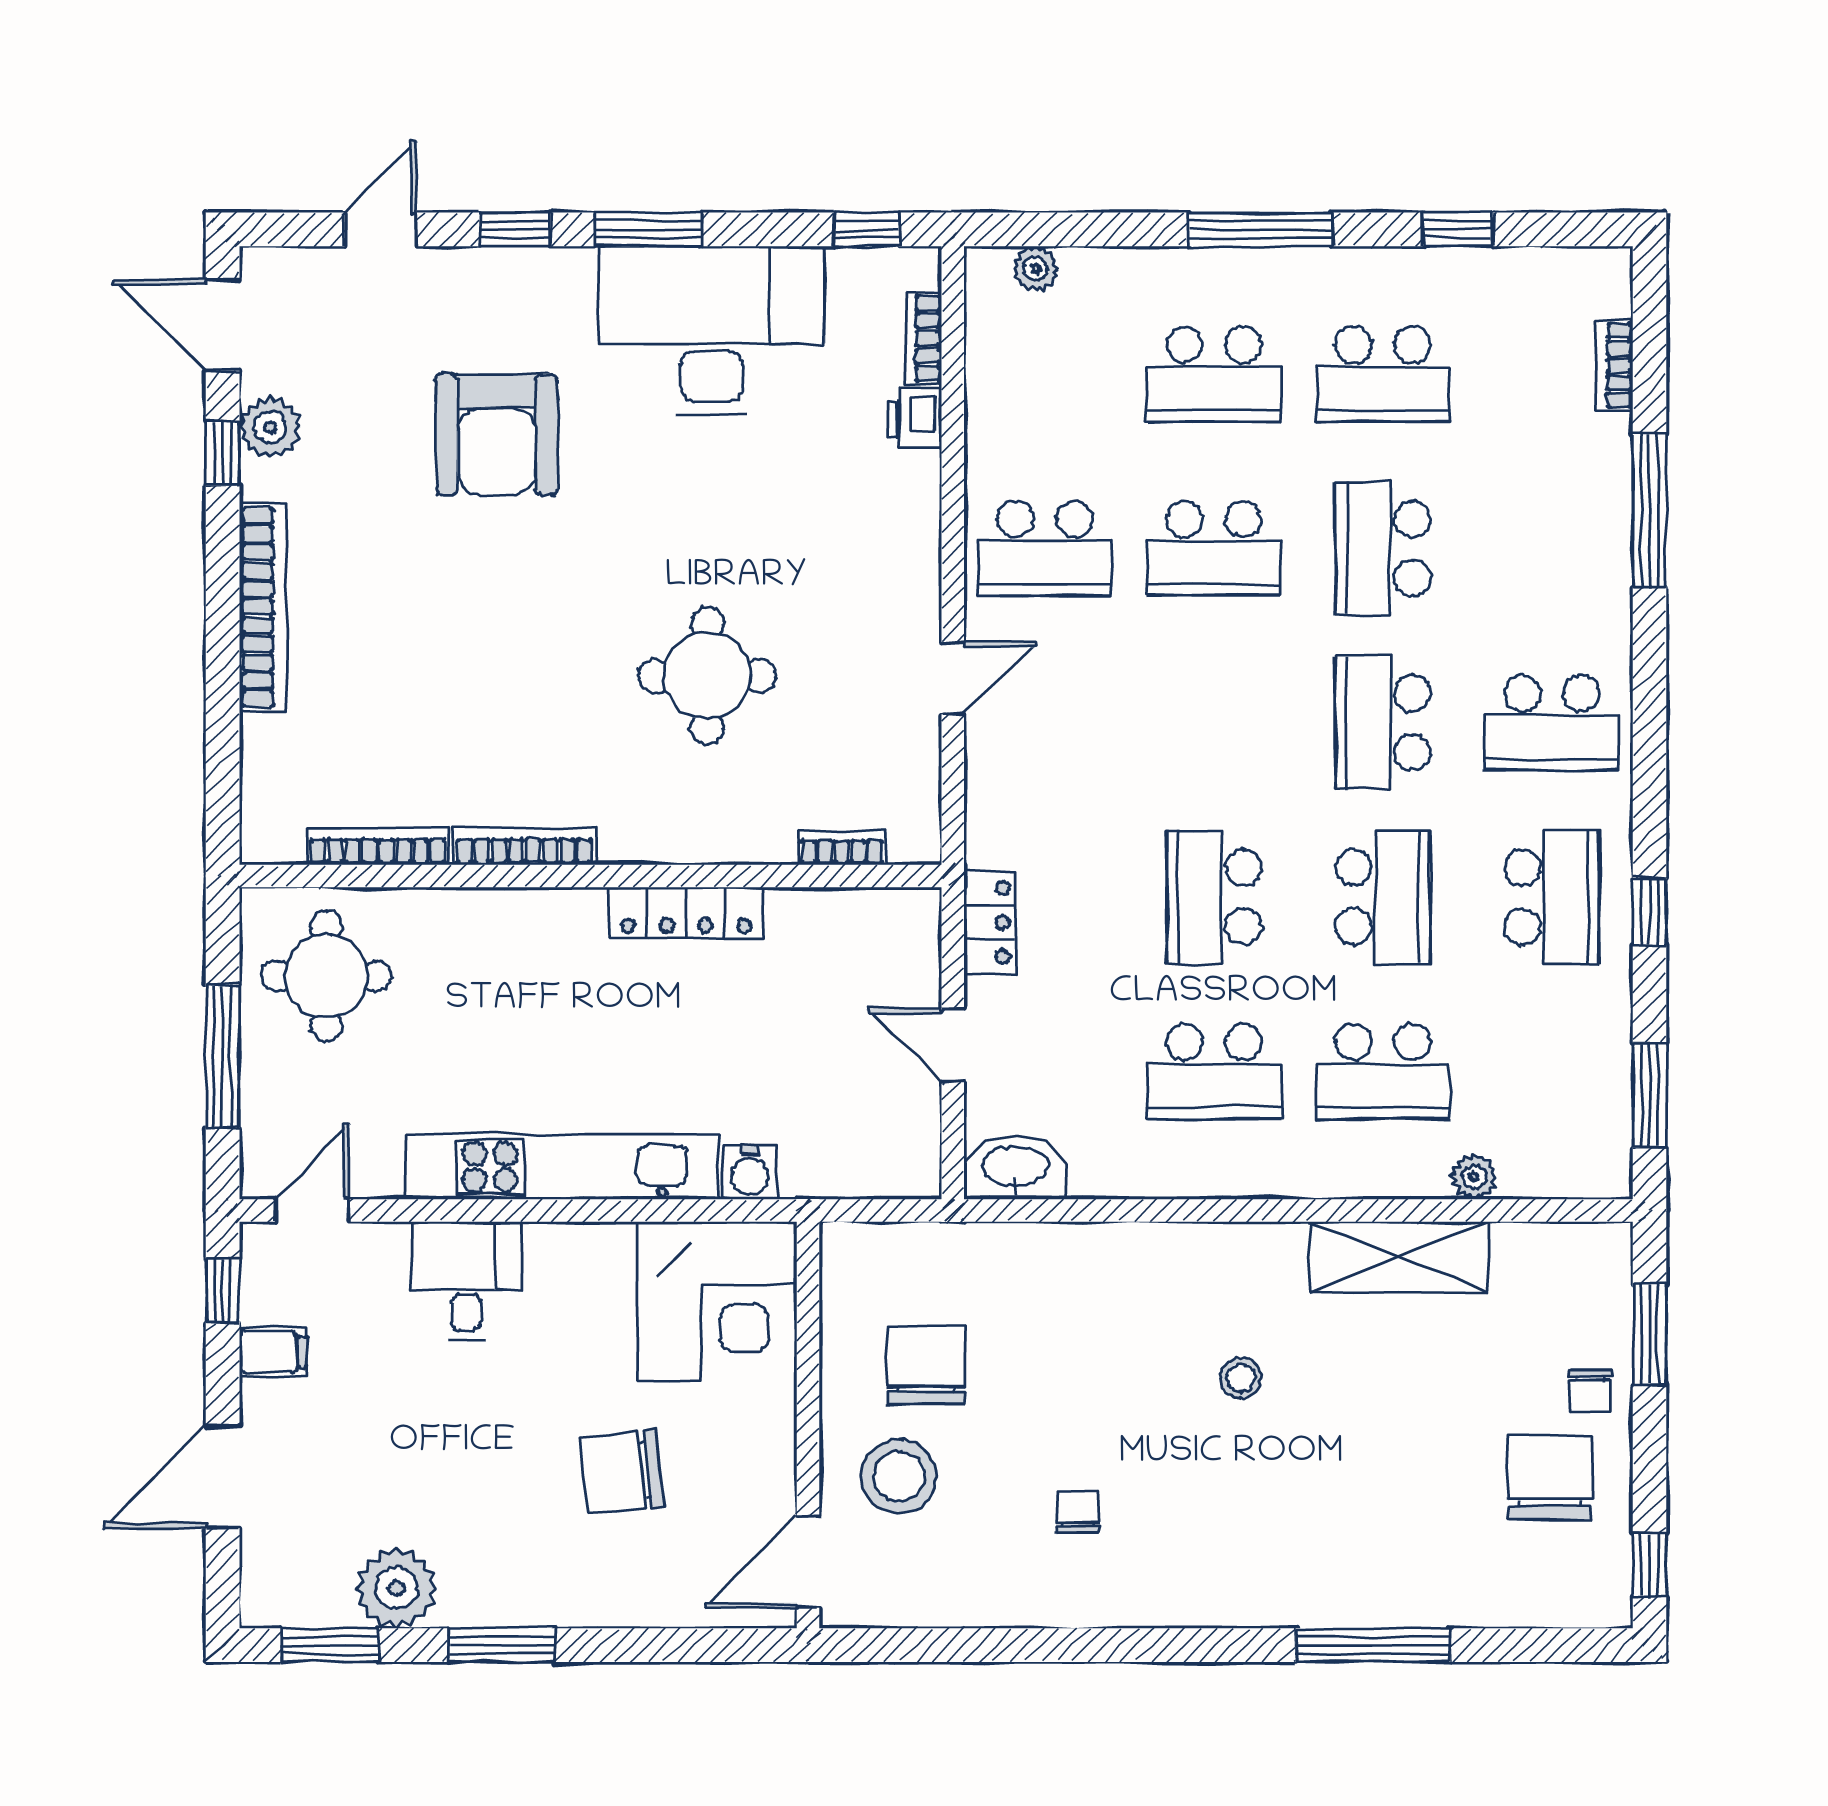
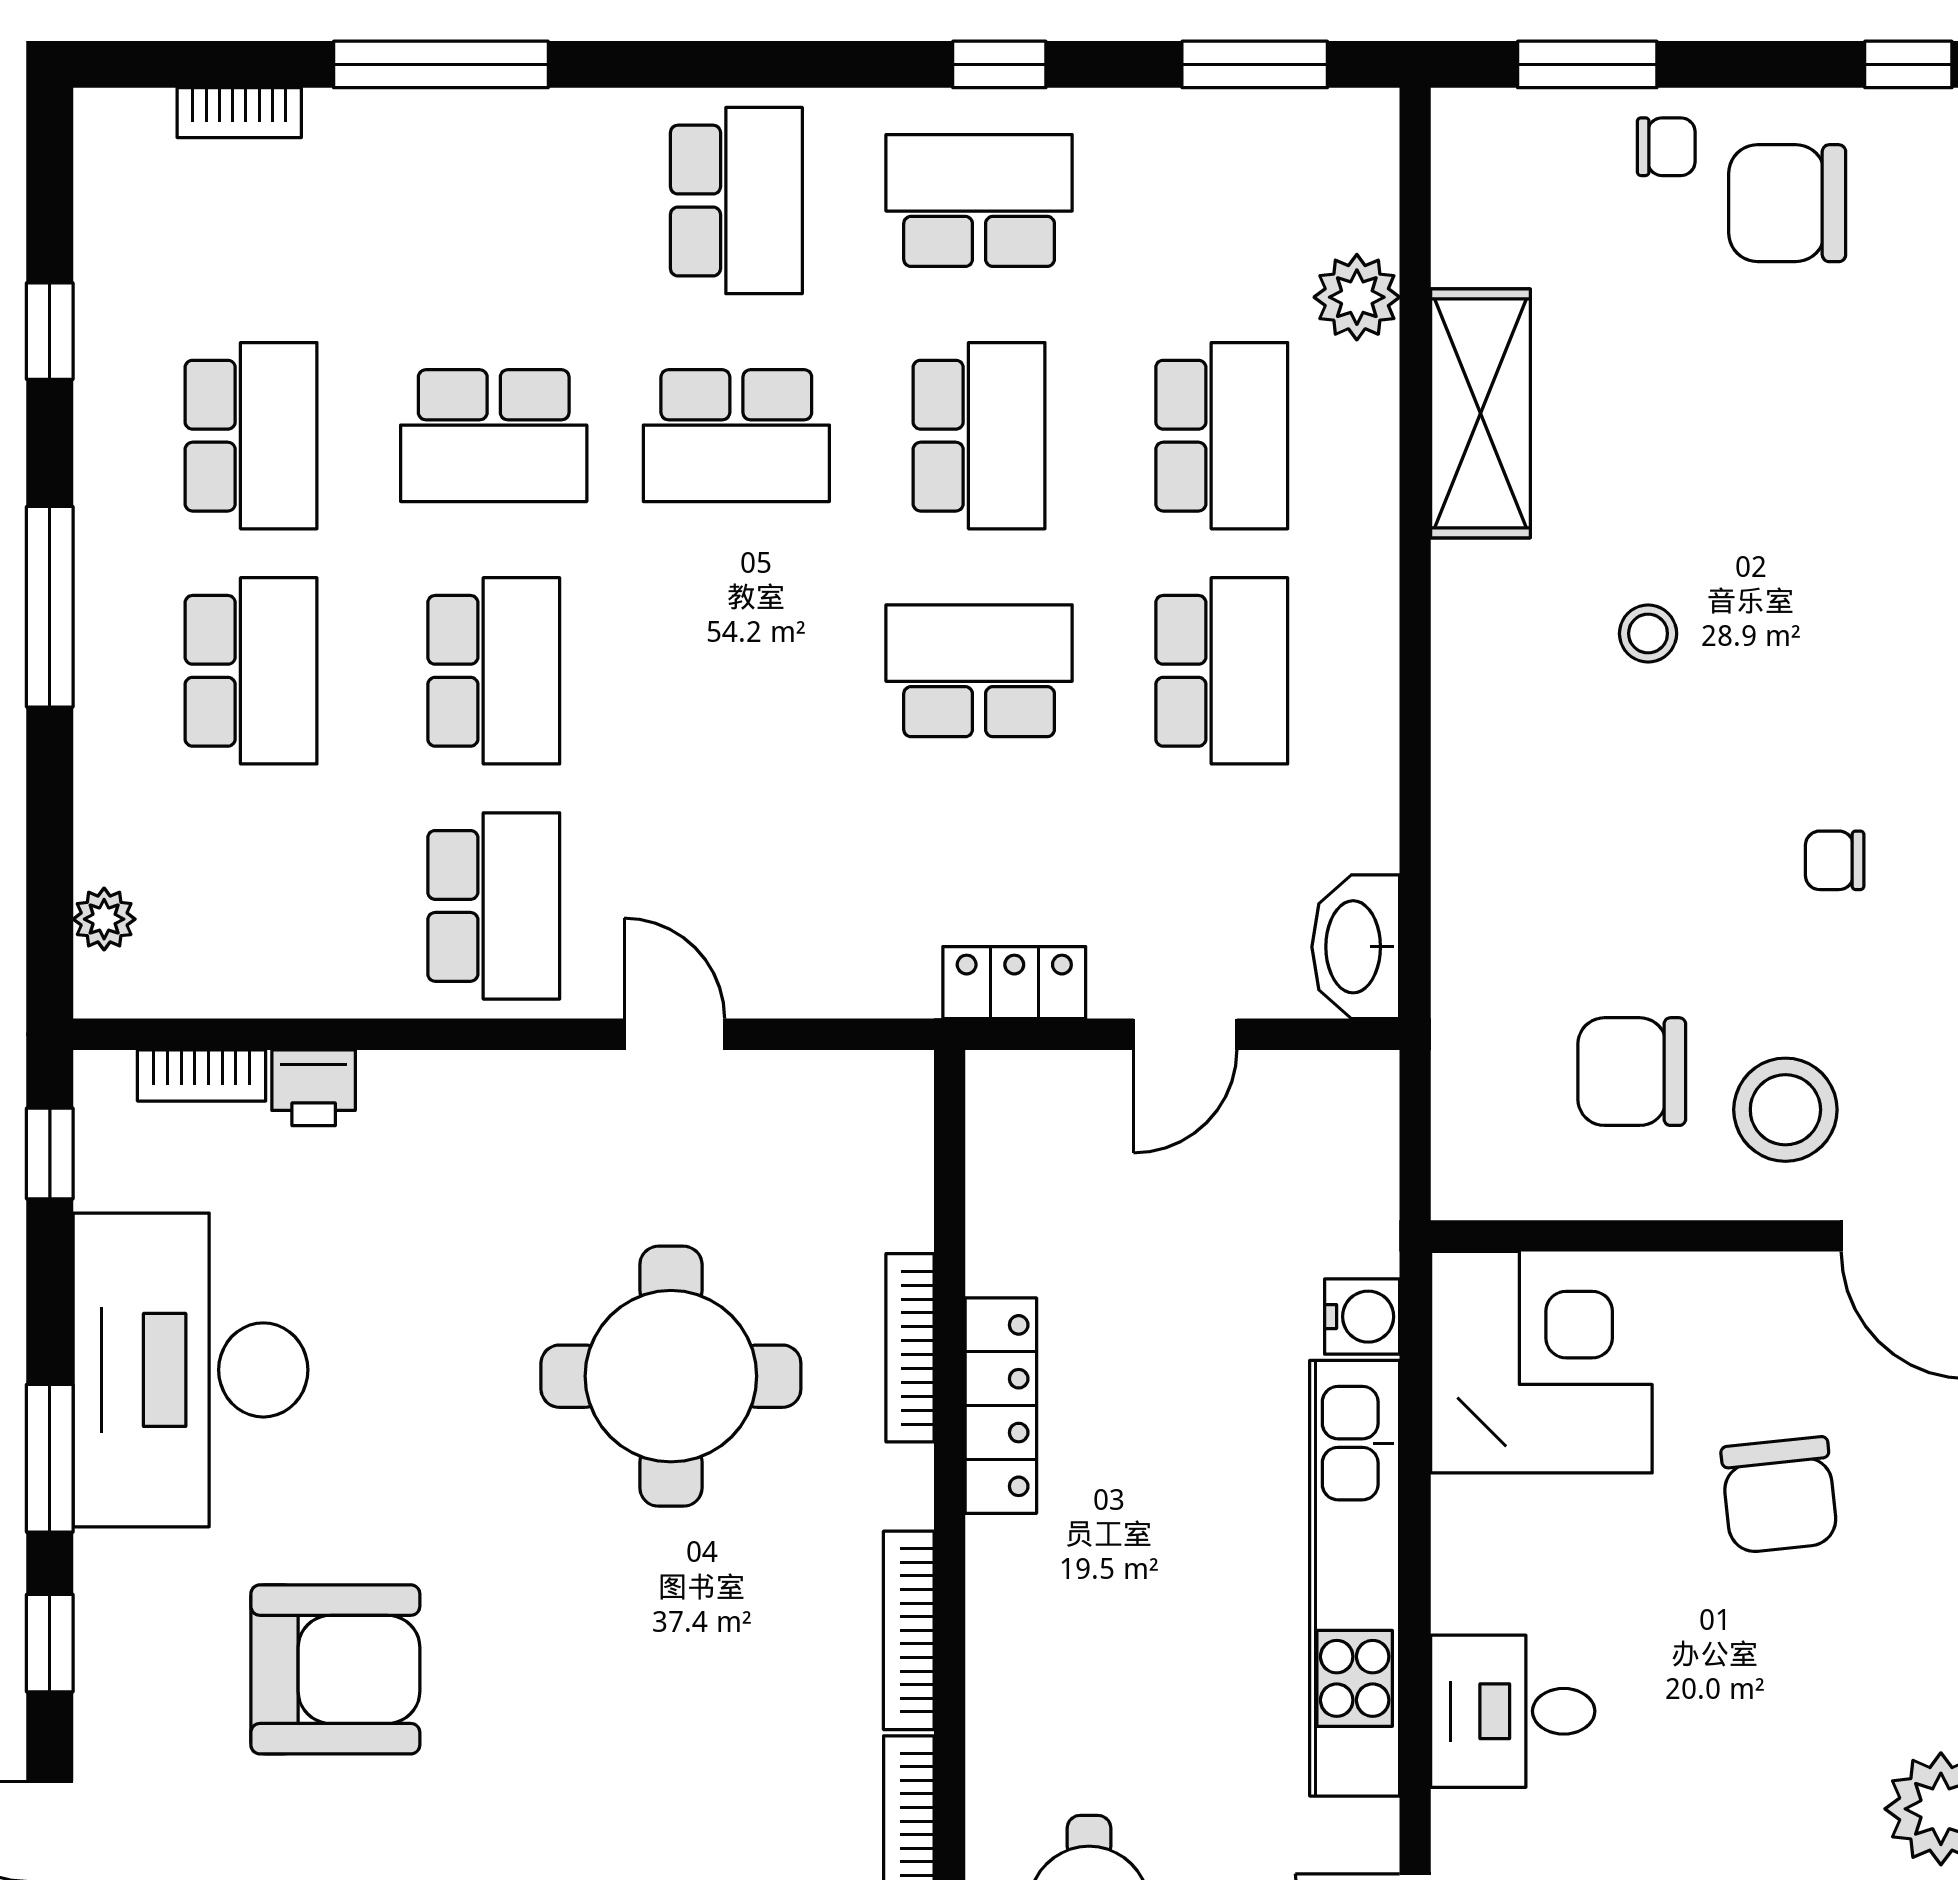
round table: (707, 676) -> (671, 1376), width x1.36, depth x1.36
bookcase: (842, 848) -> (910, 1348), moved, width x1.56
school desk: (1214, 897) -> (979, 671), turned 180
school desk: (1383, 897) -> (979, 436), turned 90
plant: (1474, 1177) -> (1357, 297), width x1.38, depth x1.38

